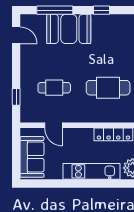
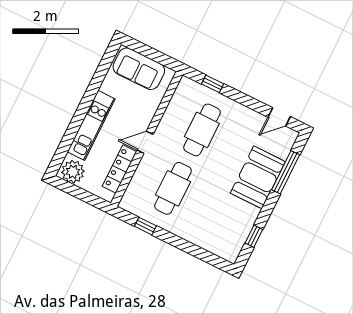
window: (101, 10) -> (254, 236), moved
cafe table: (54, 88) -> (202, 130), width x1.37, depth x1.35
door: (53, 125) -> (145, 142), moved

